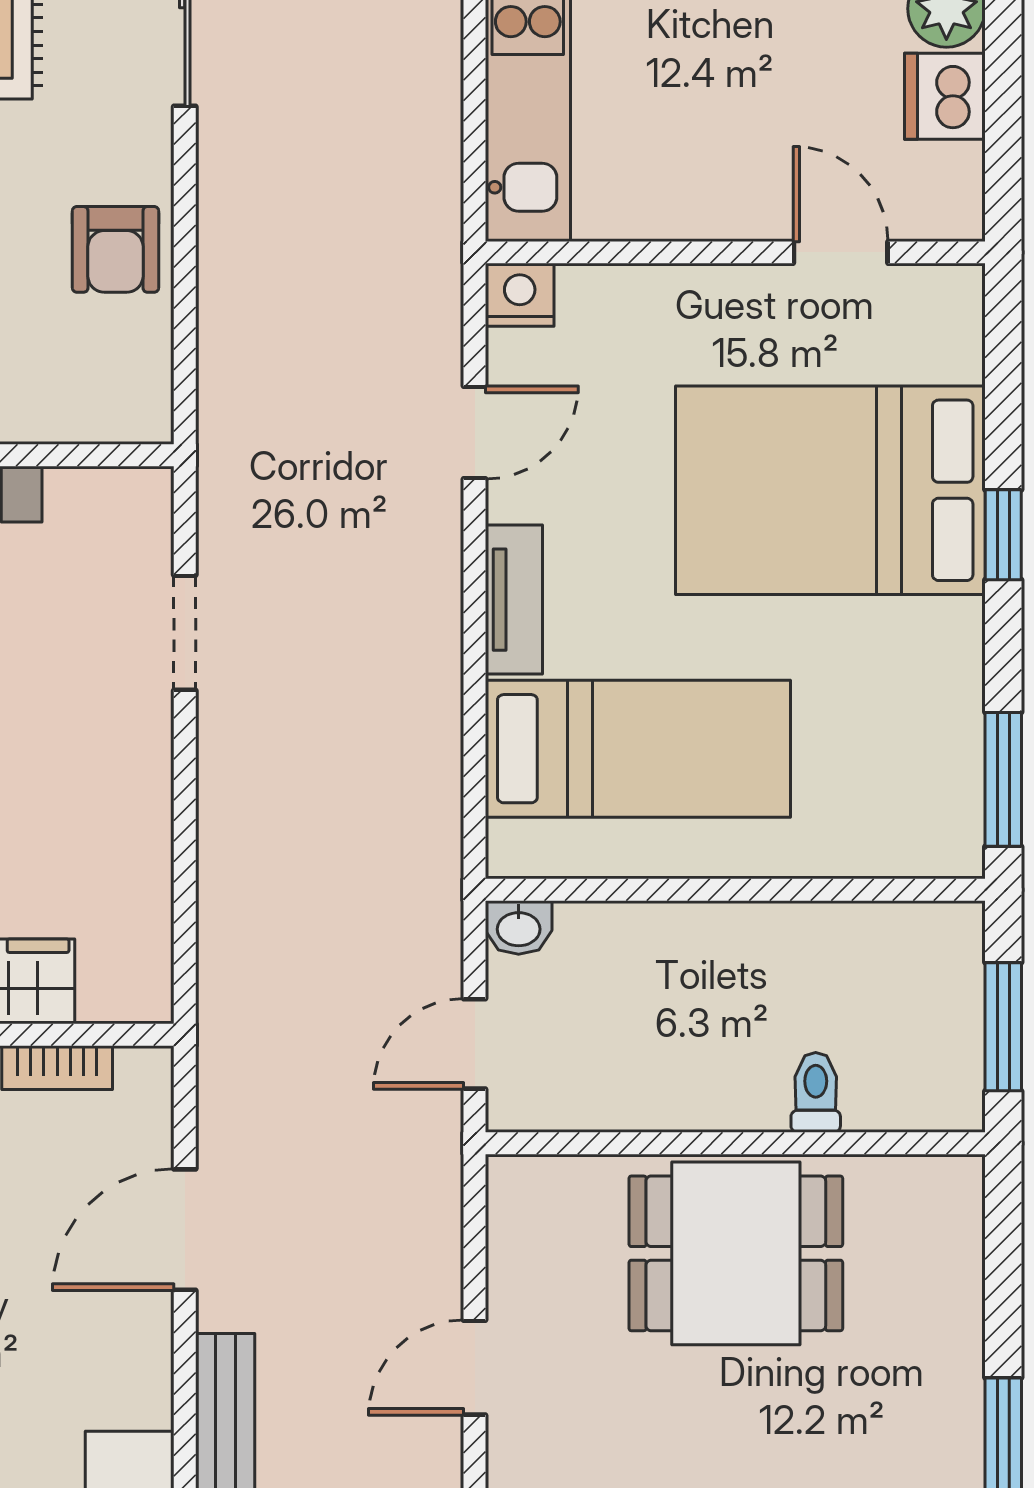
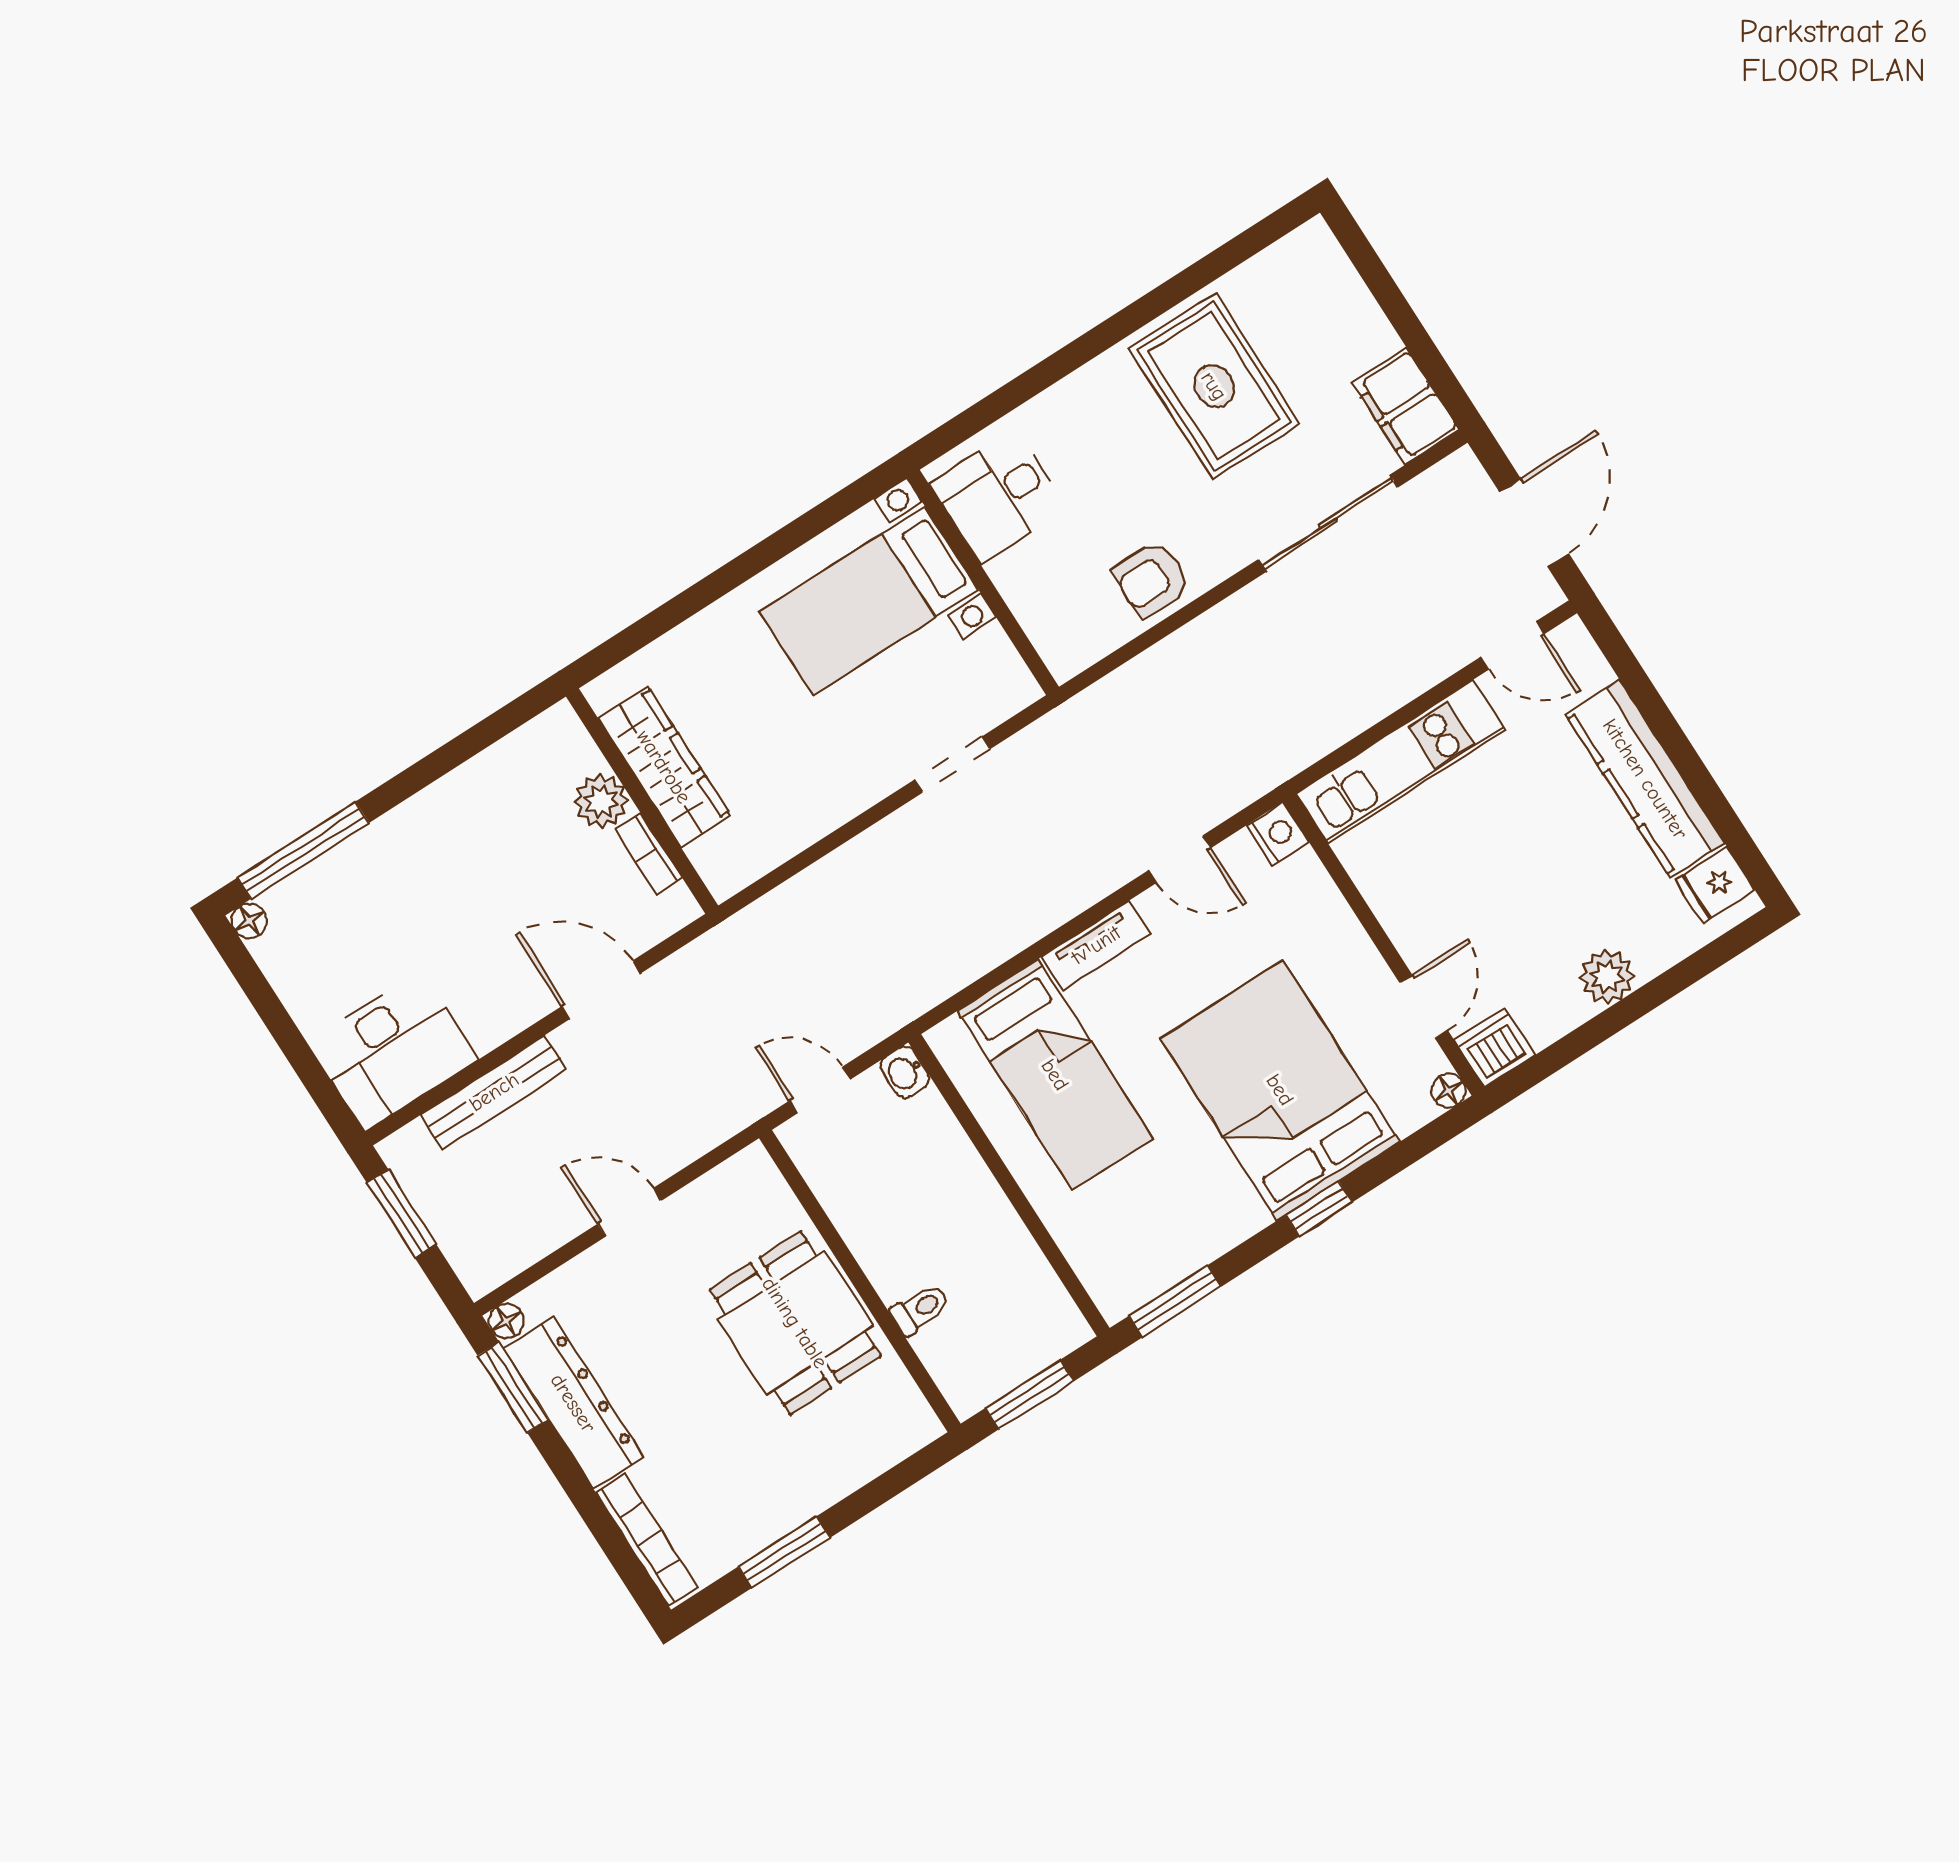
dishwasher: (945, 96) -> (1495, 1047), moved
floor lamp: (961, 287) -> (1448, 1091), added

